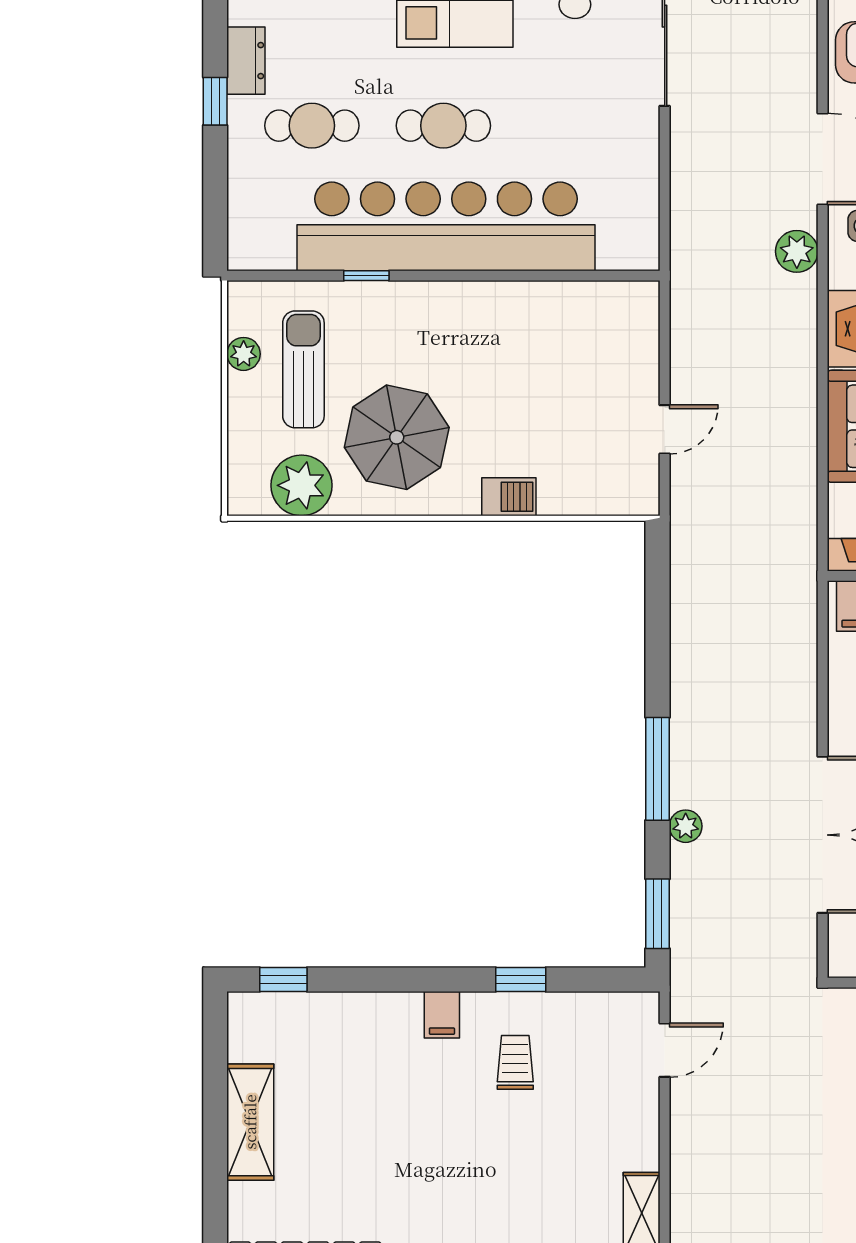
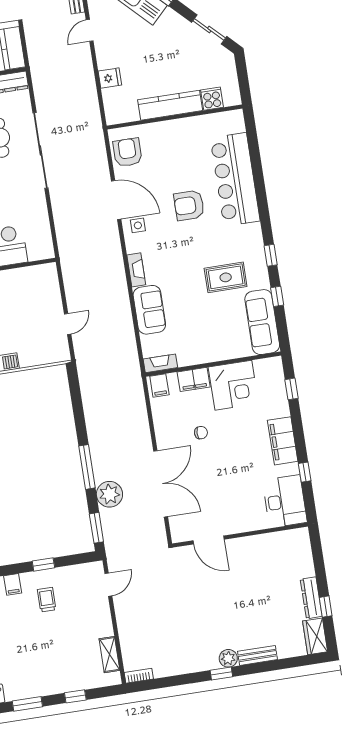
plant: (797, 251) -> (111, 241), removed
plant: (686, 826) -> (109, 494), width x1.87, depth x1.87

